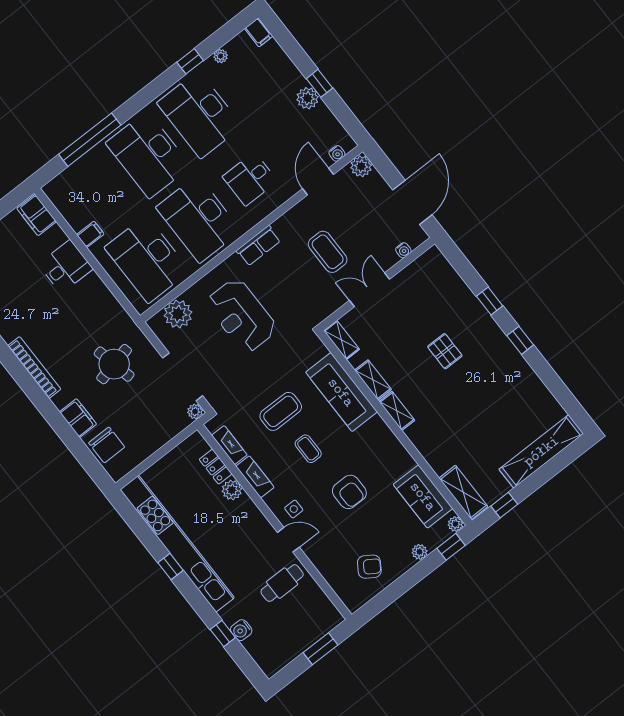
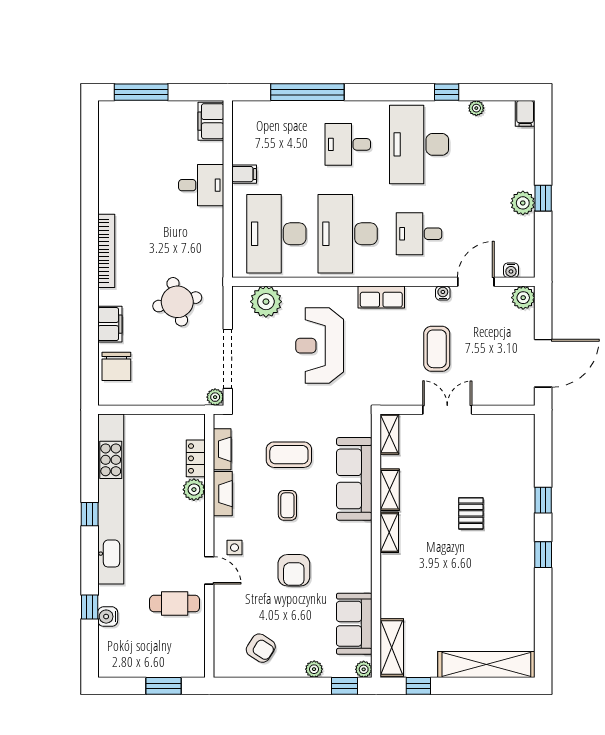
desk: (148, 155) -> (348, 144), width x0.53, depth x0.77
water cooler: (403, 250) -> (443, 293), moved, turned 180

